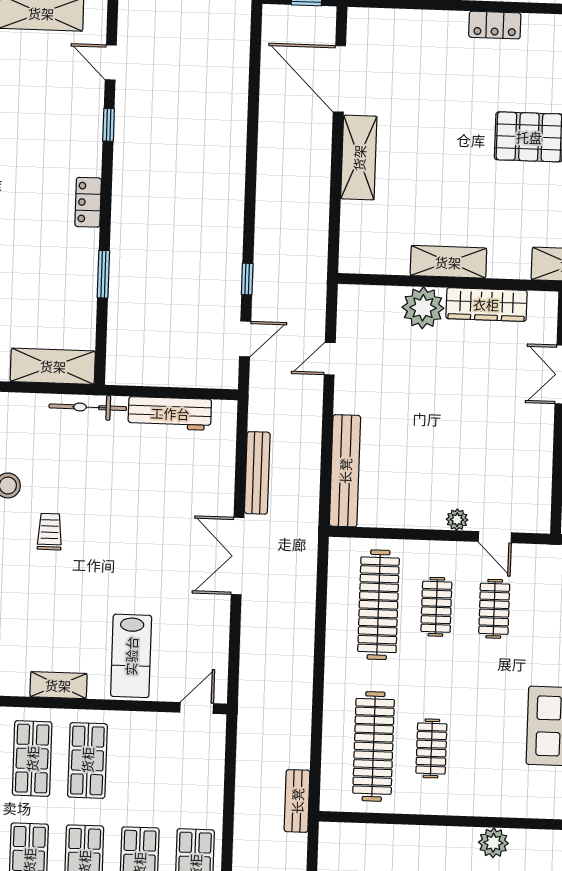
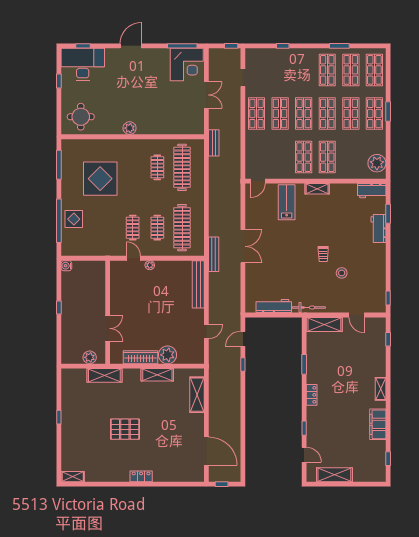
shelving: (359, 158) -> (197, 395), moved
bench: (257, 473) -> (214, 254), moved

